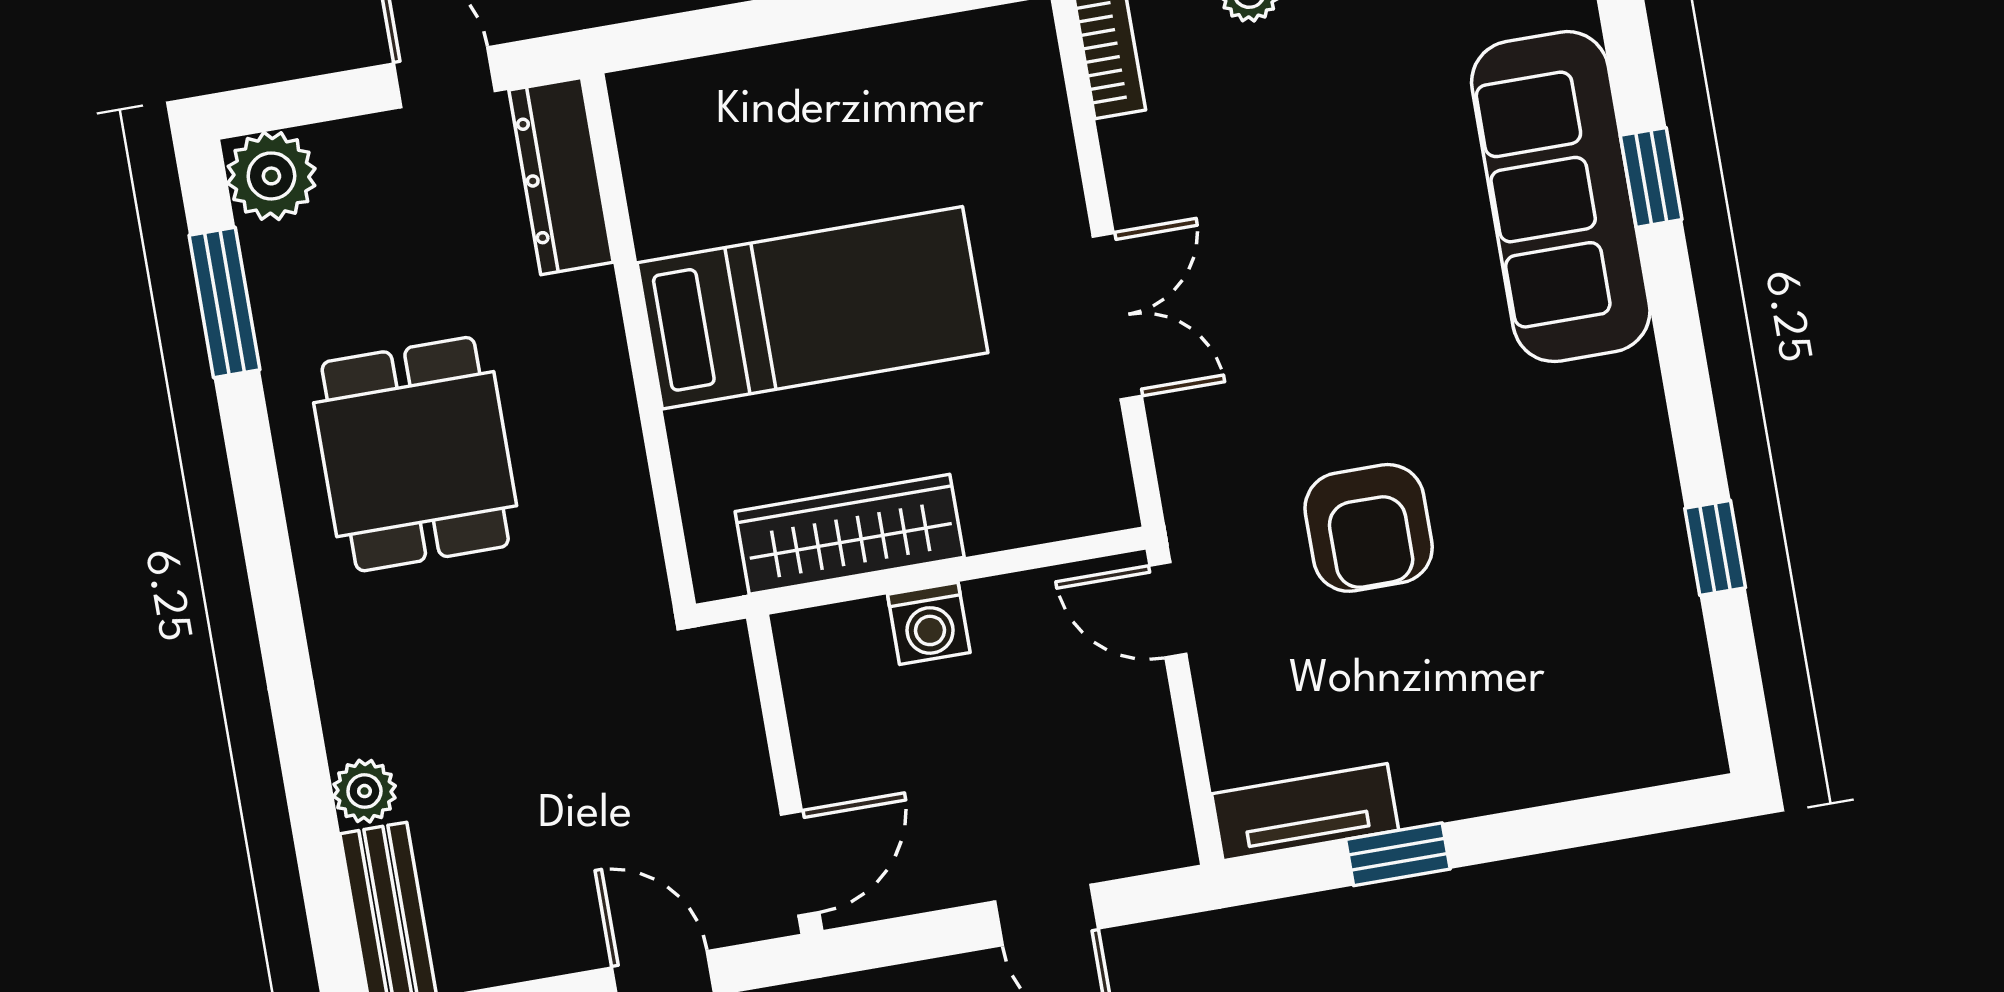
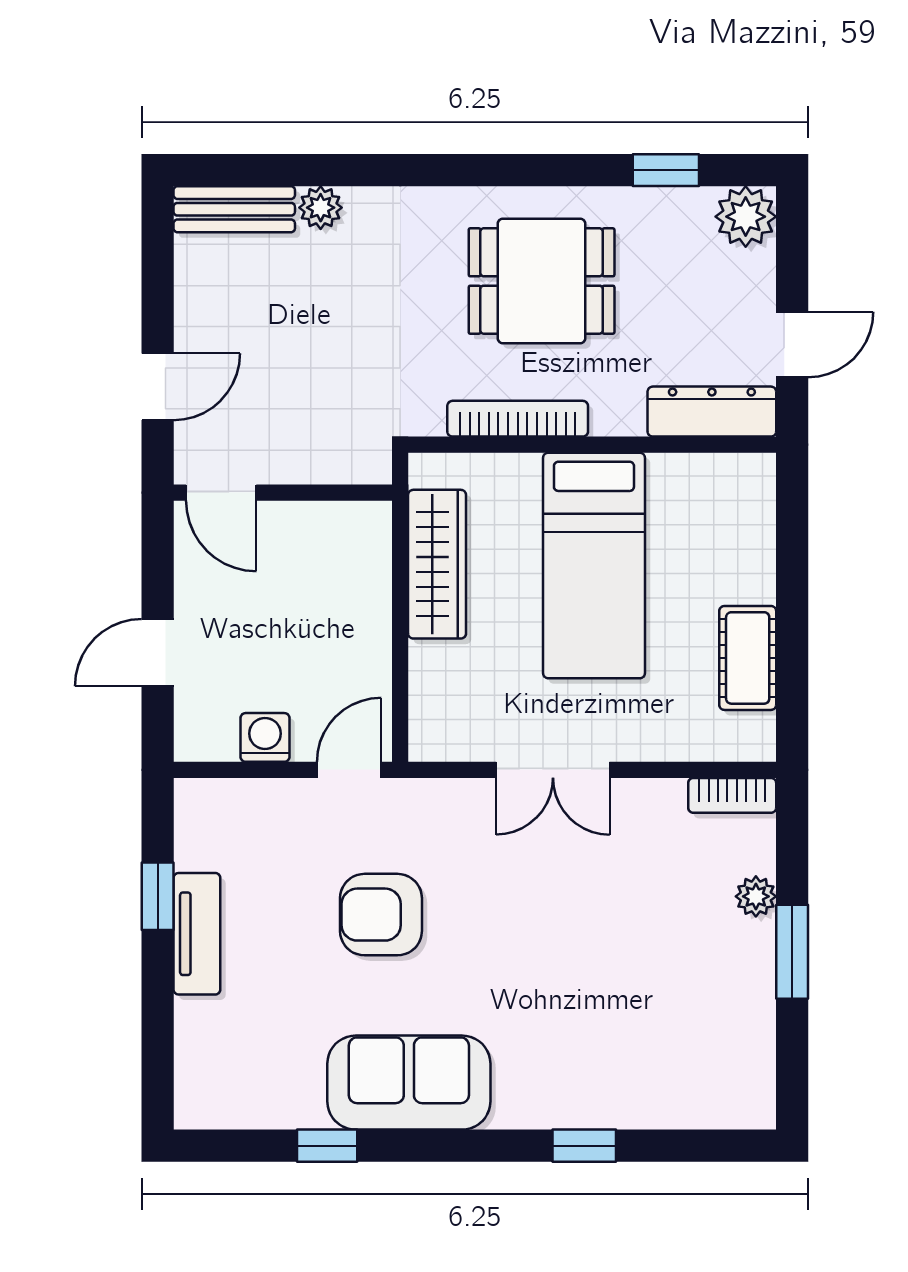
cot: (907, 63) -> (748, 658), added
sofa: (1561, 197) -> (409, 1083), moved, width x0.73
window: (224, 303) -> (666, 170), width x0.67
bookcase: (620, 454) -> (518, 419), added
washing machine: (929, 623) -> (265, 737), moved, turned 90
tv unit: (1305, 812) -> (197, 934), moved

